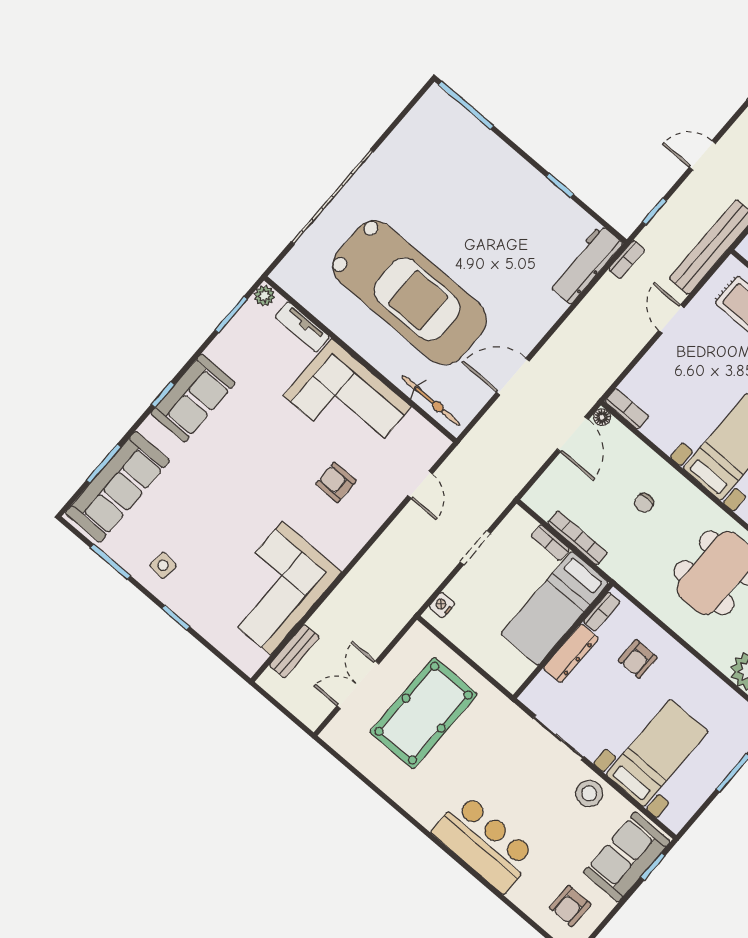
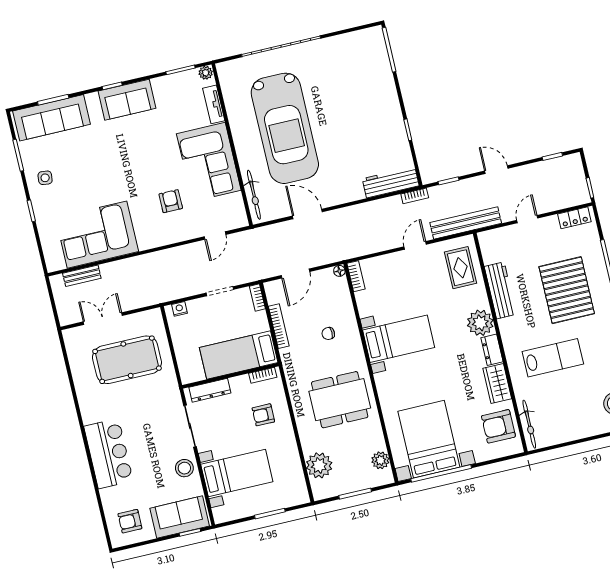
door: (573, 434) -> (295, 273), moved
bookcase: (550, 543) -> (257, 298), moved
dresser: (571, 653) -> (210, 390), moved

